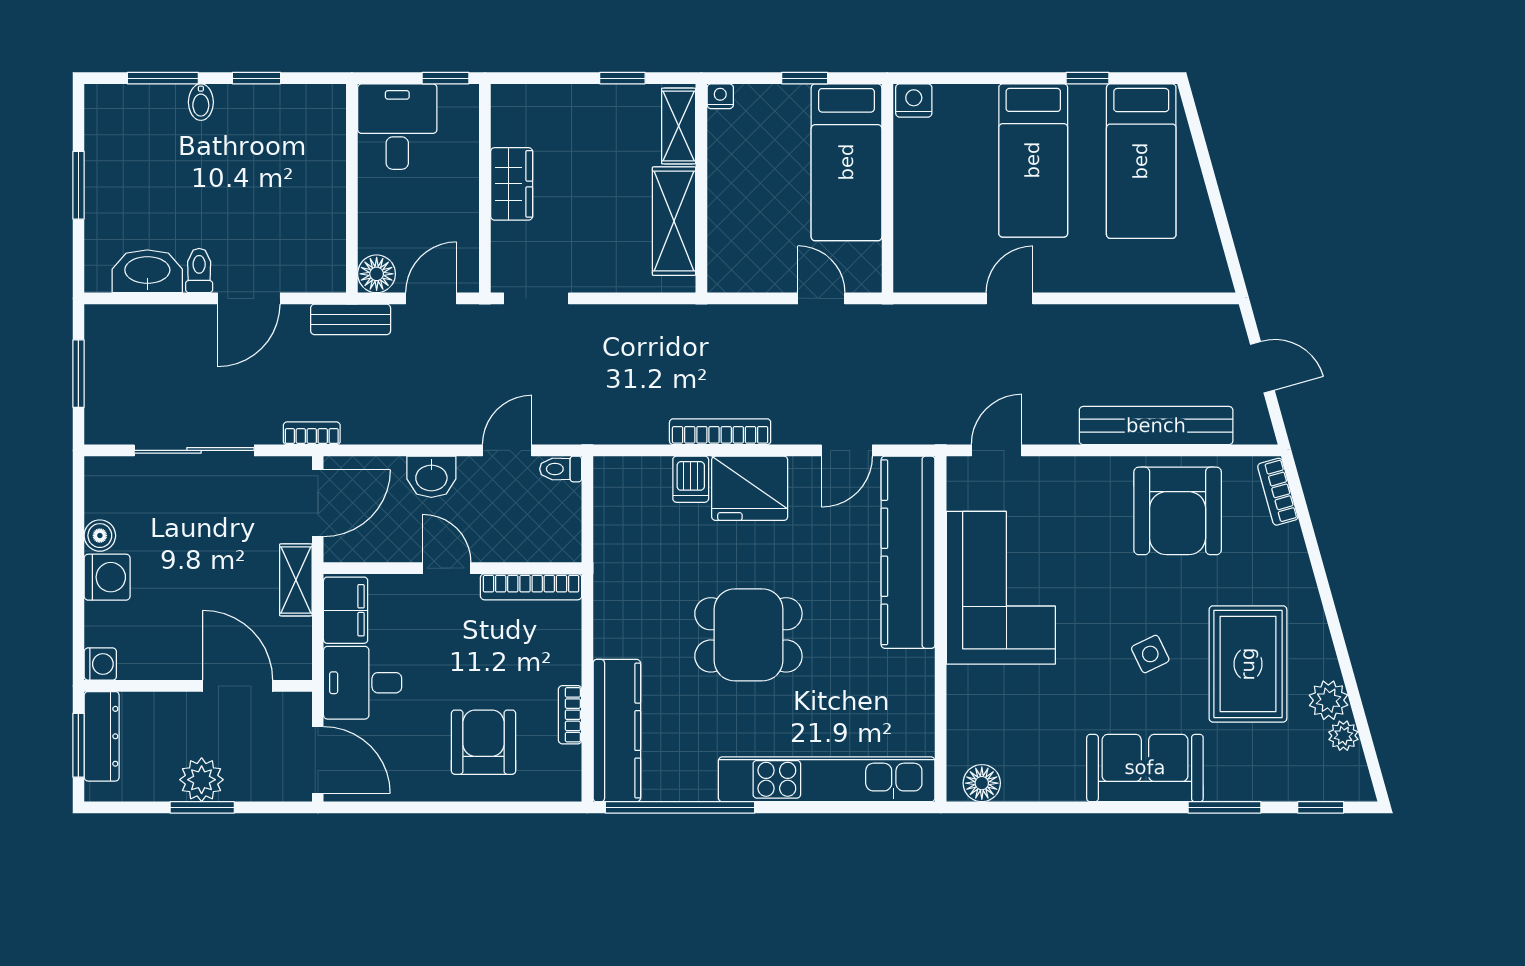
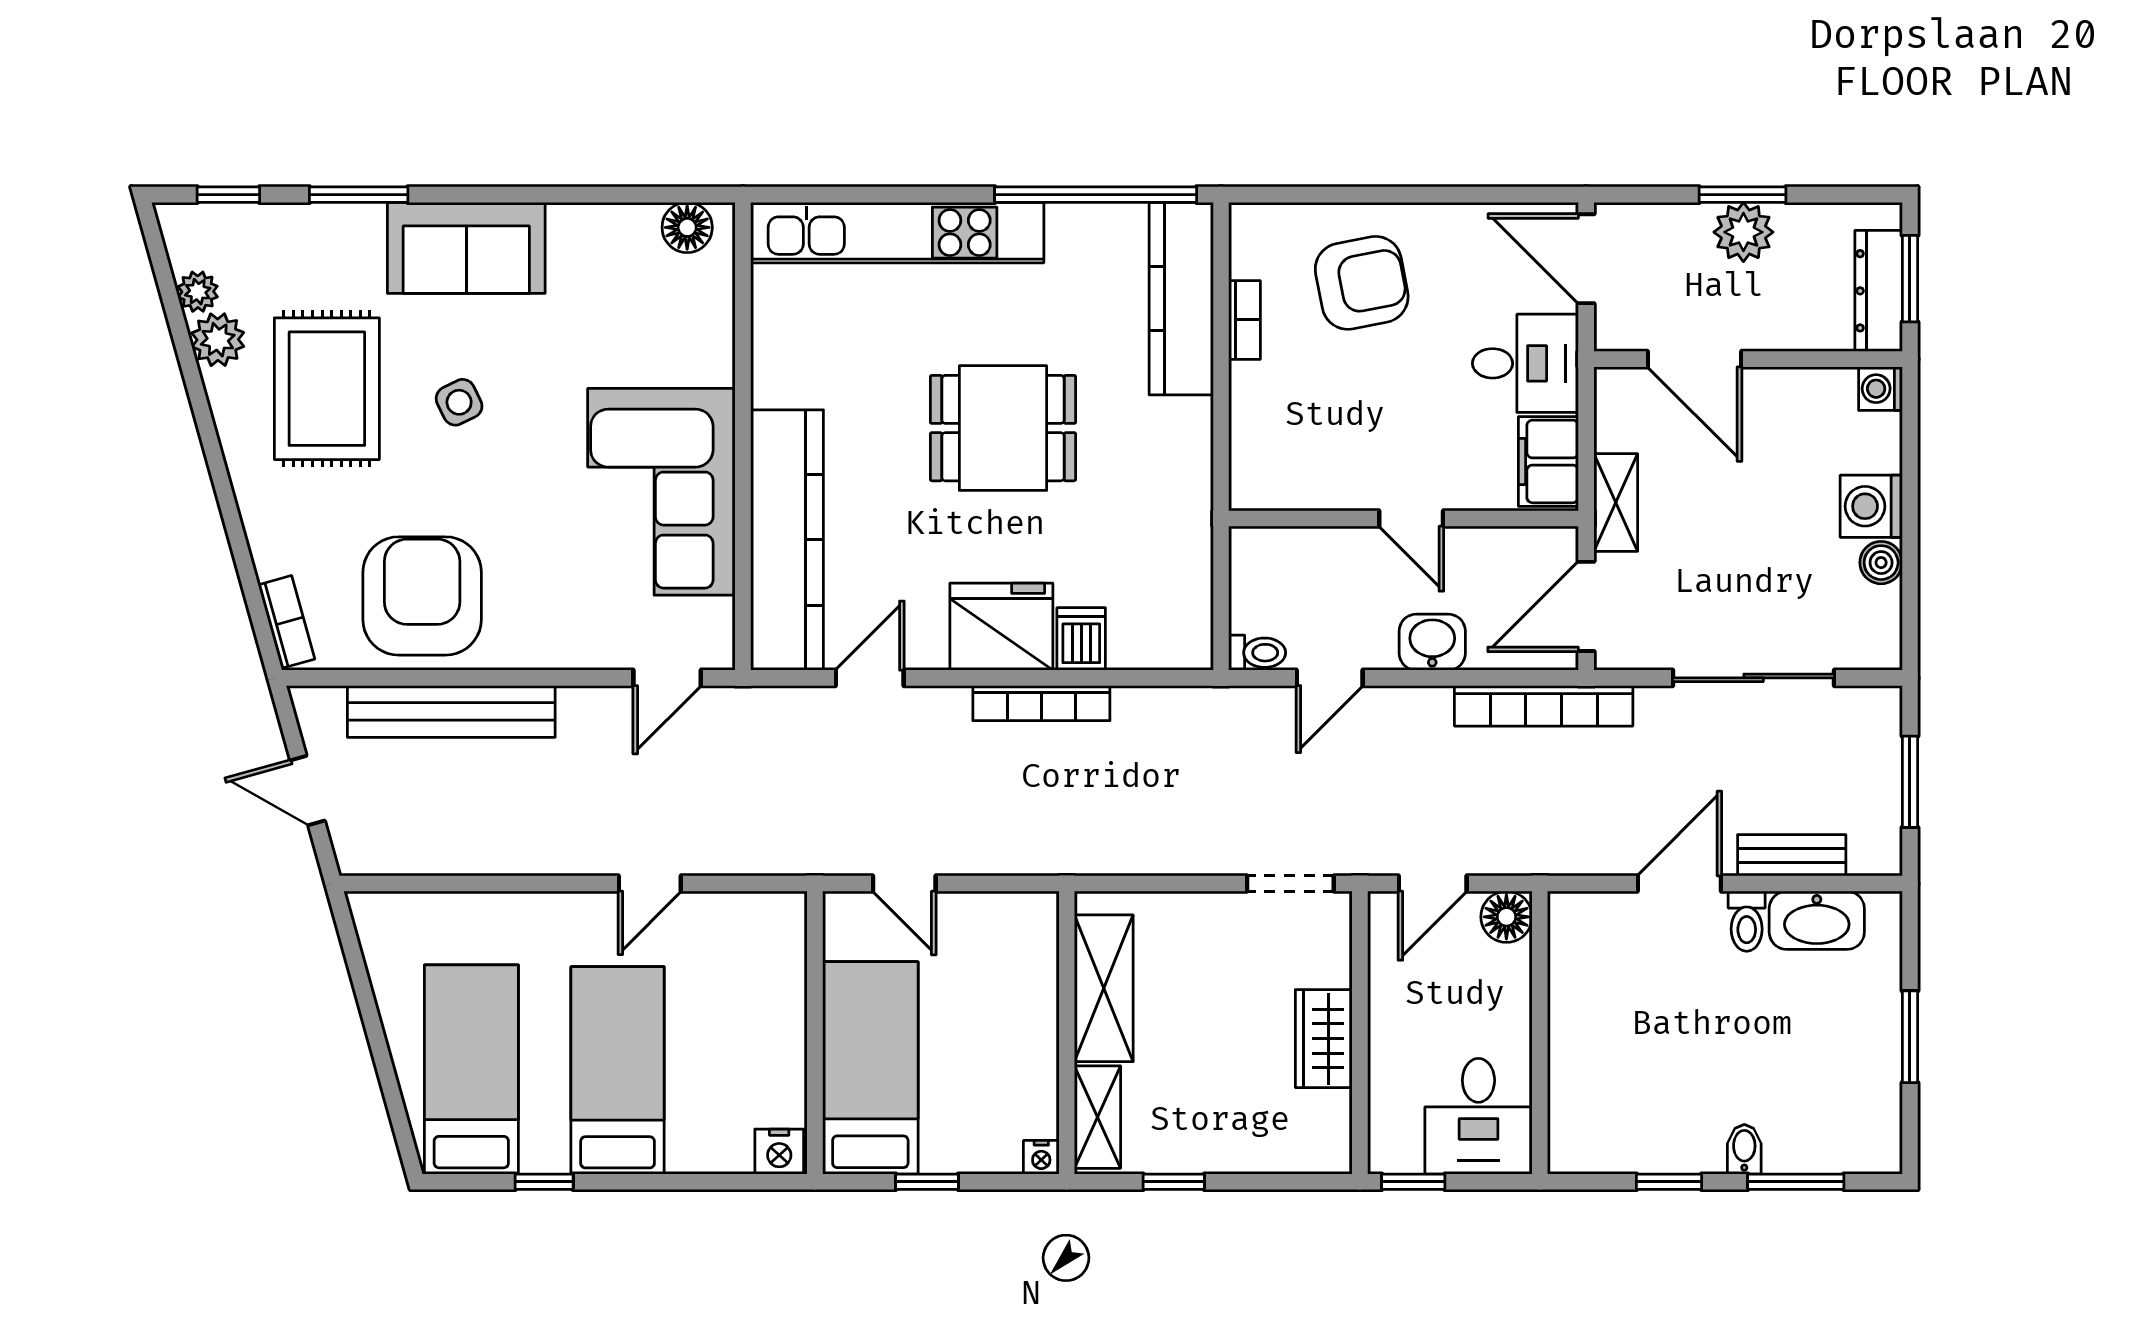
bench: (351, 319) -> (1792, 855), moved
bookcase: (312, 433) -> (1544, 706), width x2.31, depth x1.31
bookcase: (531, 587) -> (1297, 493), removed
armchair: (483, 742) -> (1362, 283), turned -101

